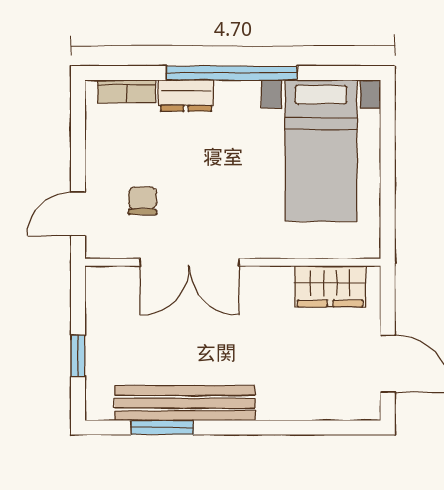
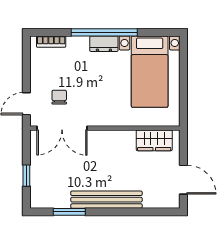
dresser: (186, 96) -> (104, 44), moved
double door: (189, 262) -> (62, 128), moved
bench: (185, 403) -> (106, 200), moved

